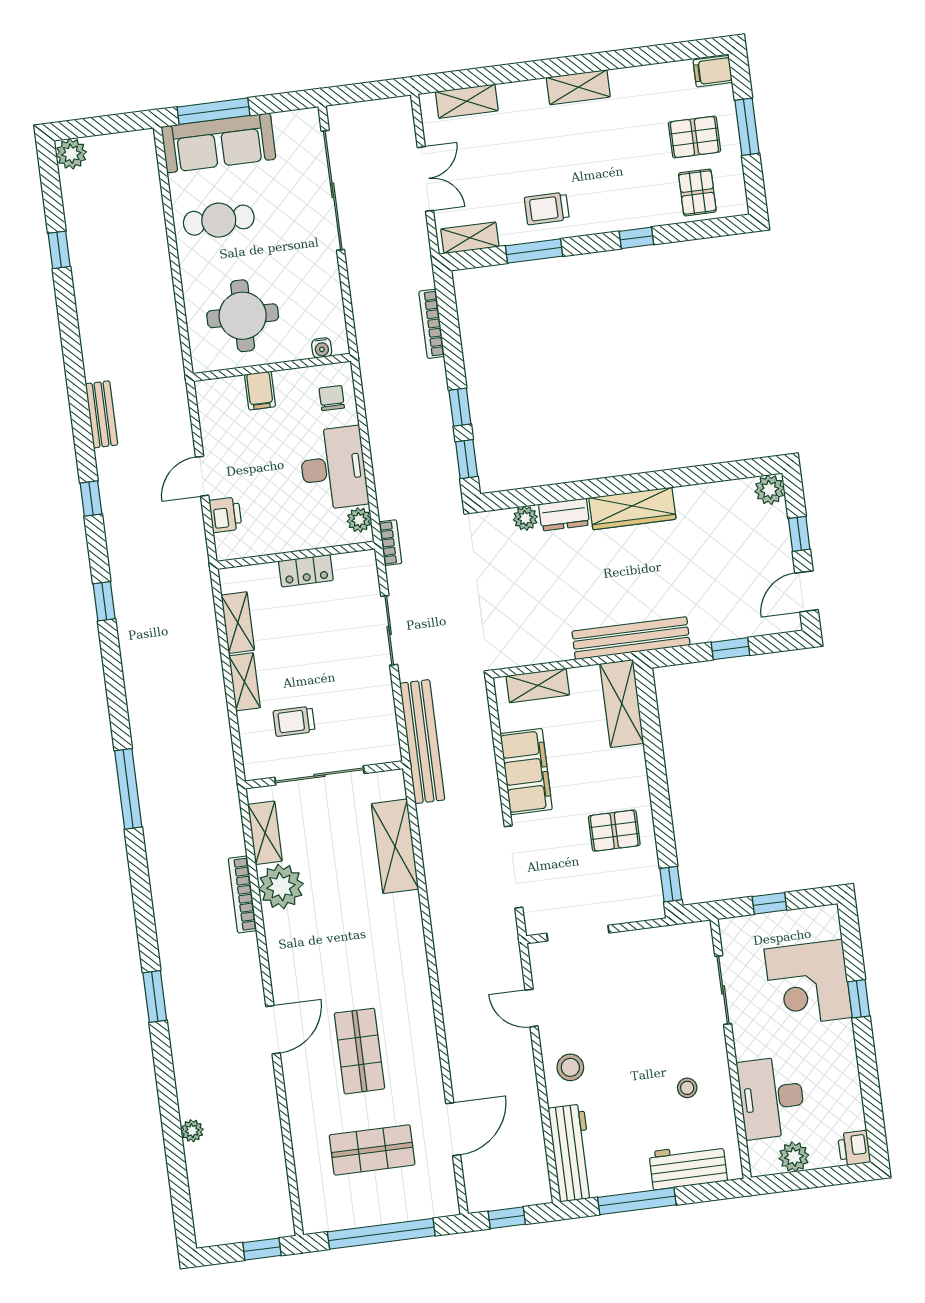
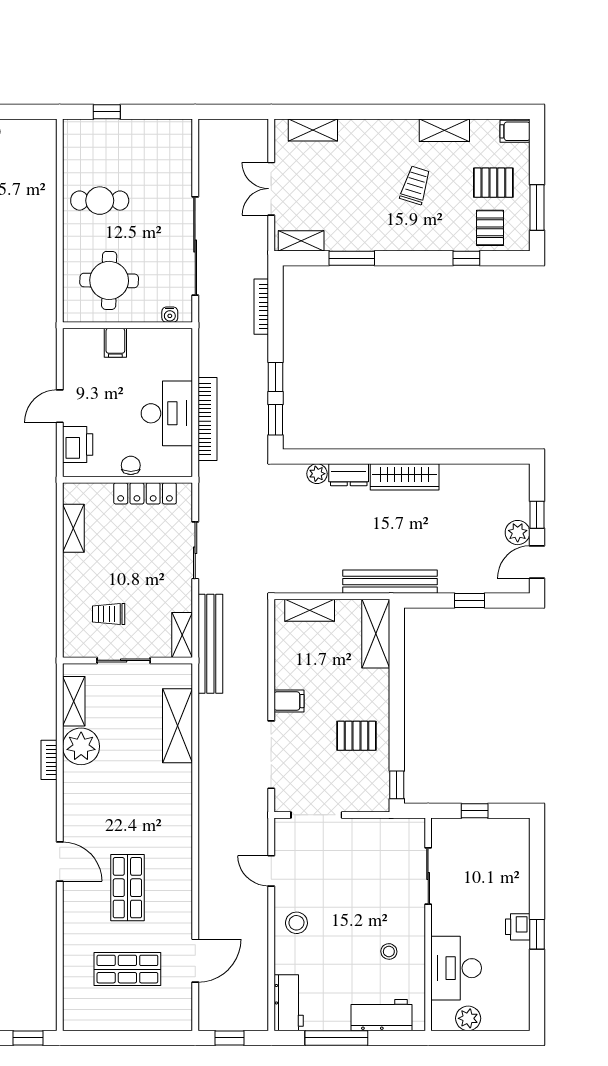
shelving: (578, 87) -> (444, 130), moved
window: (213, 111) -> (107, 112), width x0.46
window: (747, 127) -> (537, 208), moved
sofa: (218, 143) -> (107, 138), removed
double door: (425, 179) -> (271, 189), swing flipped
sliding door: (333, 190) -> (195, 246), moved
trolley: (547, 208) -> (415, 185), moved, turned 107
window: (636, 238) -> (466, 258), moved
chair: (332, 398) -> (131, 465), moved
plant: (770, 490) -> (518, 533), moved
printer: (225, 515) -> (78, 445), width x1.36, depth x1.24
plant: (359, 520) -> (182, 458), removed
bookcase: (390, 543) -> (207, 419), moved, width x2.31, depth x1.31
locker: (306, 571) -> (145, 493), width x1.53
shelving: (245, 682) -> (182, 635), moved
filing cabinet: (526, 772) -> (289, 701), width x0.33, depth x0.86
sliding door: (319, 775) -> (124, 660), width x0.73
bookcase: (242, 894) -> (49, 760), width x0.64
corner desk: (808, 983) -> (498, 879), removed
window: (859, 999) -> (537, 934), moved
door: (273, 1030) -> (60, 861), hinge flipped
printer: (854, 1148) -> (518, 927), moved
workbench: (572, 1153) -> (289, 1003), width x0.73
window: (381, 1234) -> (126, 1038), removed

